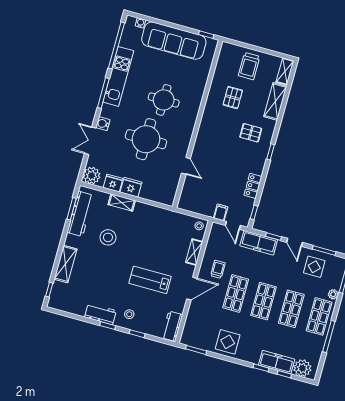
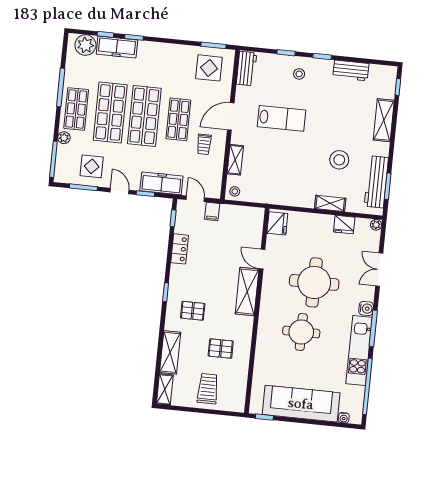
pallet: (233, 98) -> (221, 349), turned 90
water cooler: (103, 124) -> (366, 308), moved
double door: (90, 141) -> (379, 270), swing flipped
shelving: (203, 141) -> (247, 292), added
plant: (92, 176) -> (376, 225), width x0.53, depth x0.53
fridge: (131, 187) -> (277, 223), moved, turned -90
shop shelf: (263, 301) -> (144, 116), width x1.43, depth x1.36
shop shelf: (291, 309) -> (110, 112), width x1.43, depth x1.36
workbench: (100, 314) -> (351, 70), moved
display table: (228, 342) -> (209, 68), moved

